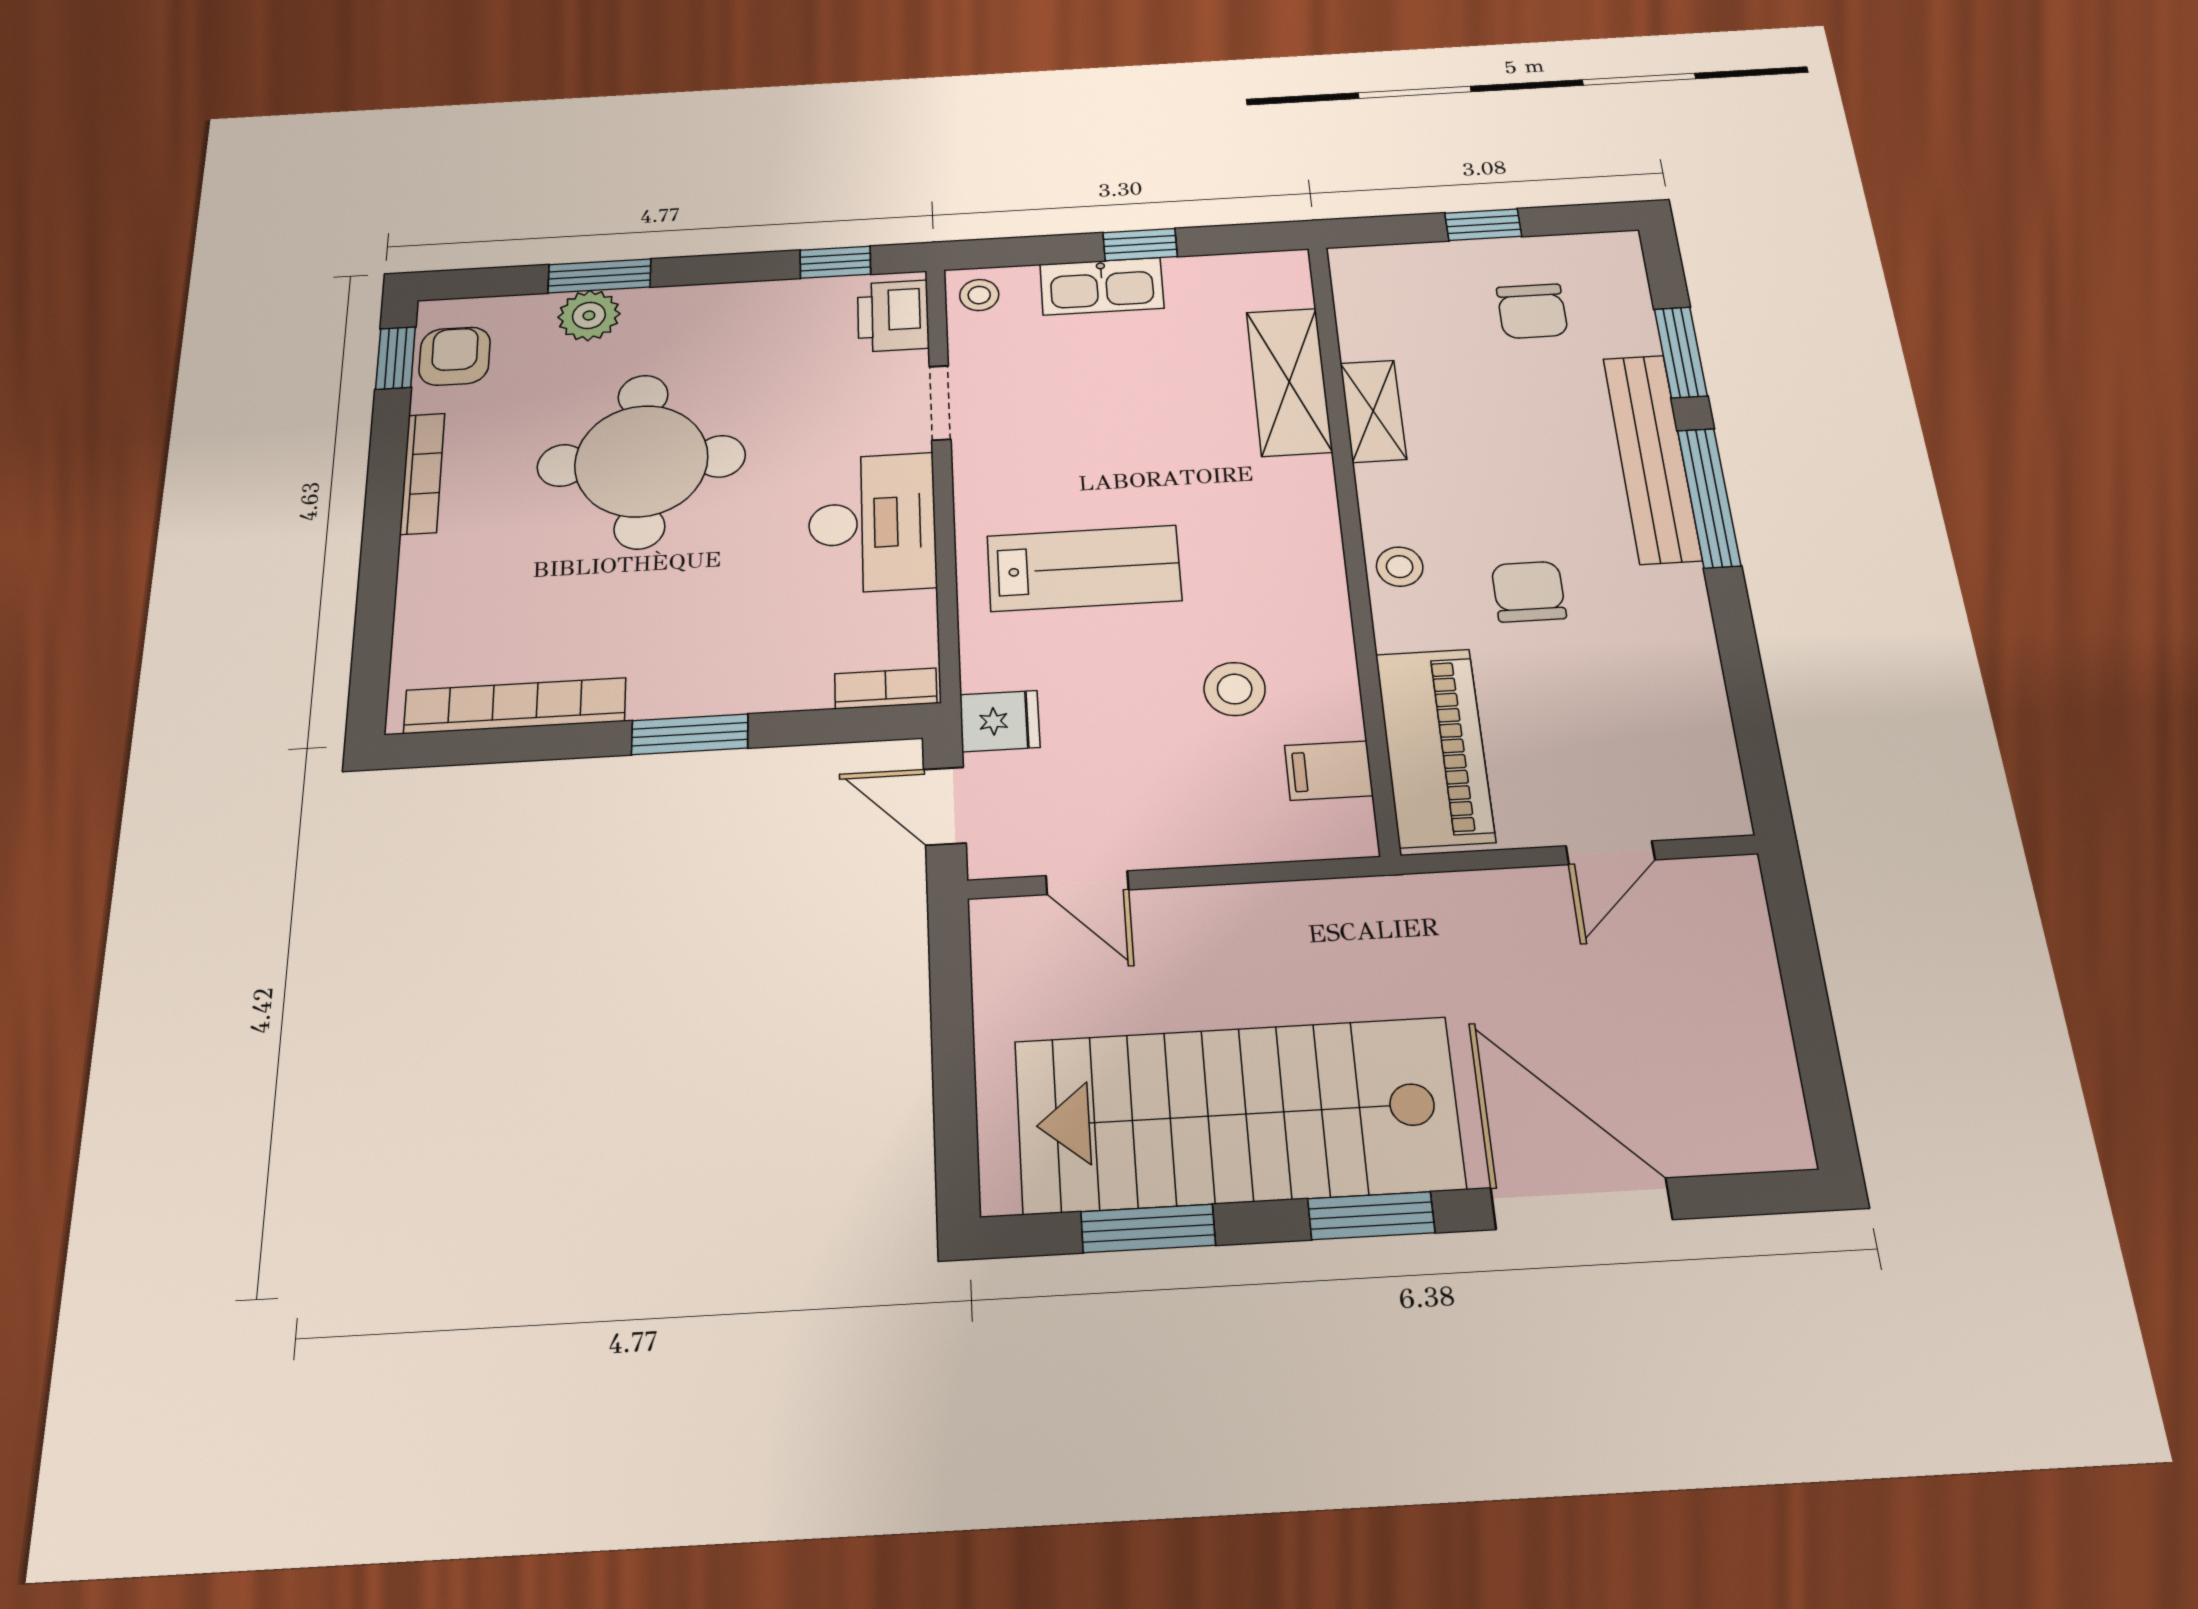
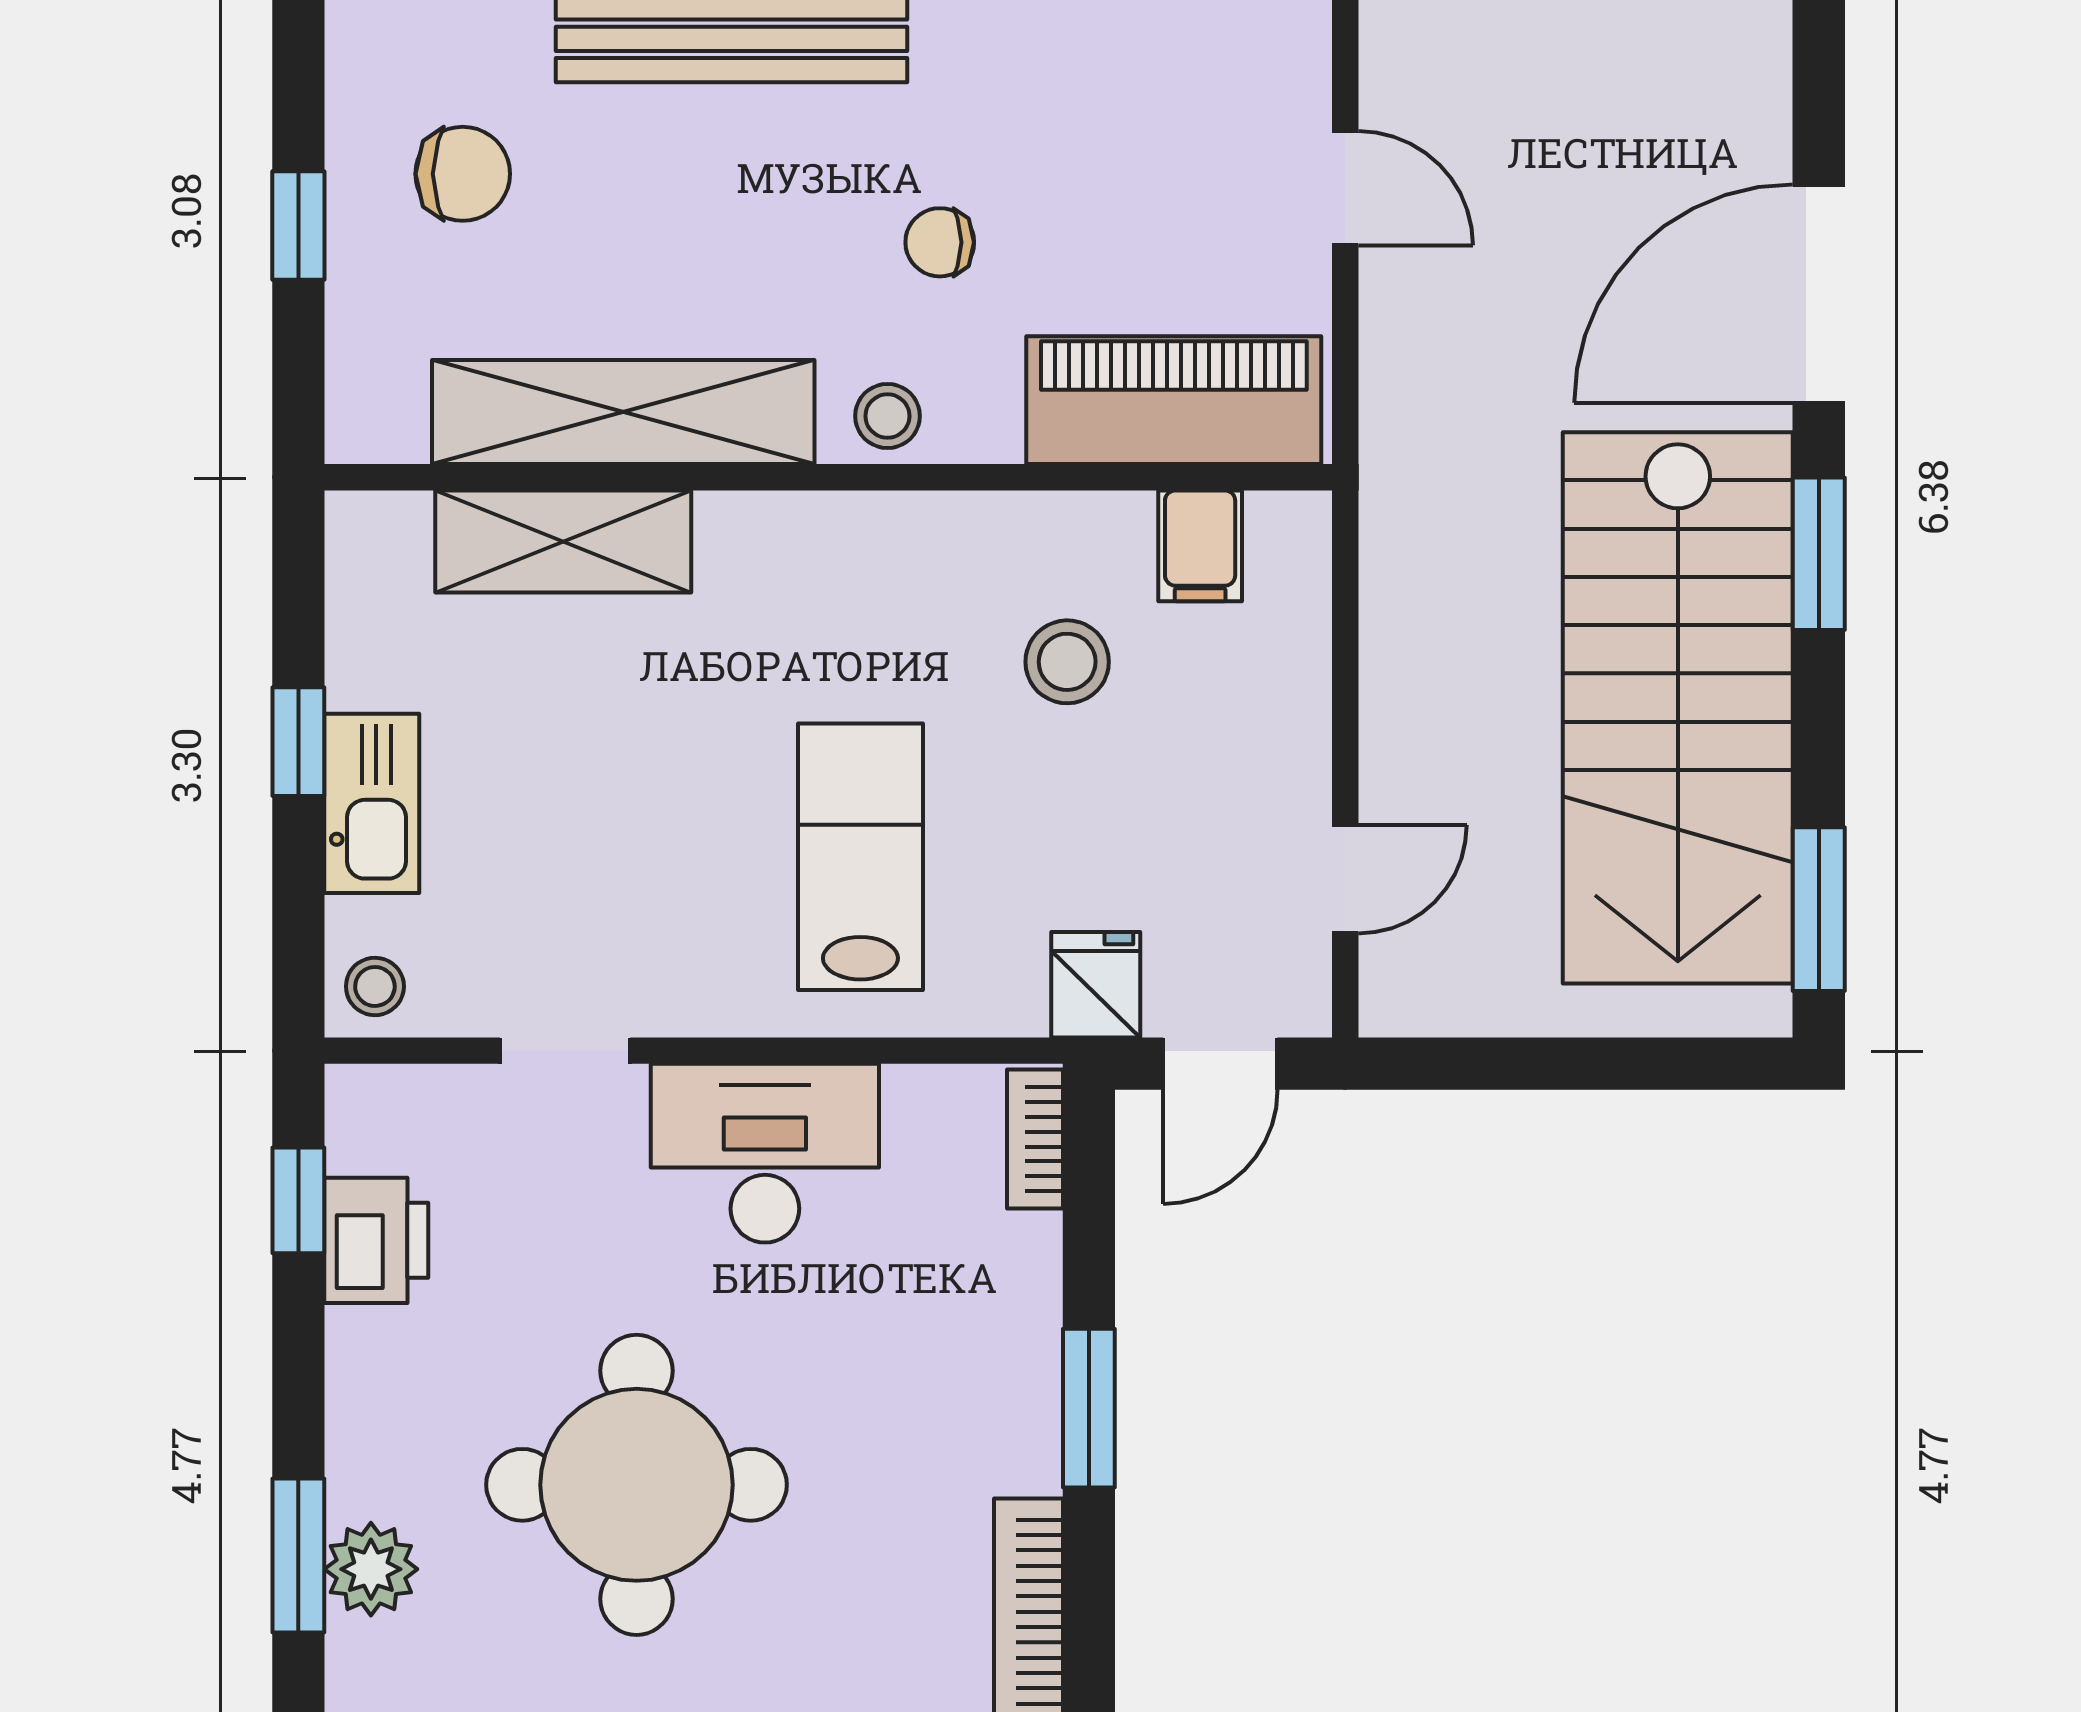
printer: (893, 316) -> (376, 1240), moved, turned -90
shelving: (1373, 411) -> (623, 412), width x2.20, depth x1.33
chair: (1529, 592) -> (940, 242), width x0.73, depth x0.73
window: (1148, 1228) -> (1819, 909), moved

